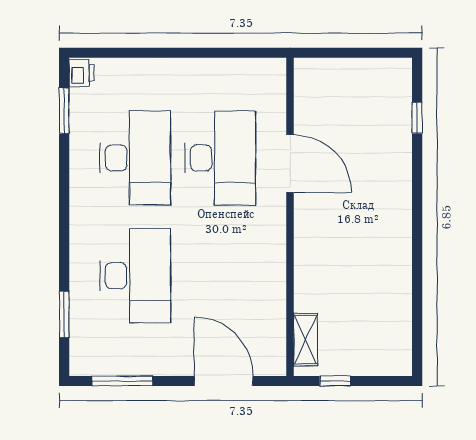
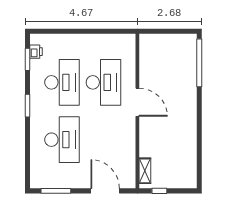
printer: (82, 73) -> (36, 52), moved
window: (417, 118) -> (199, 63), width x3.17
door: (290, 163) -> (137, 102), moved
window: (64, 314) -> (28, 106), moved

